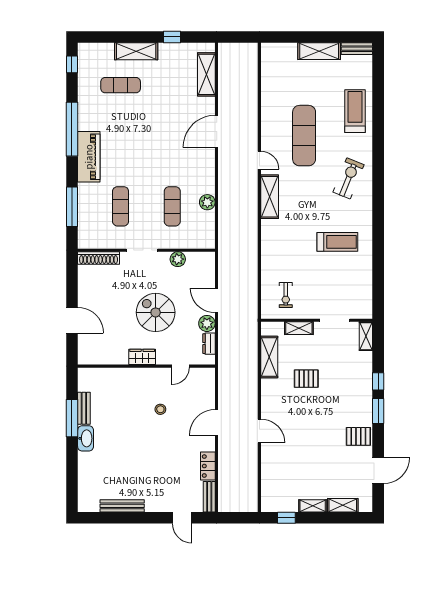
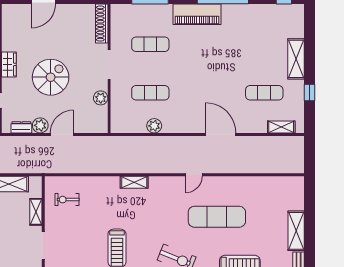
shelving: (206, 74) -> (281, 127), width x0.67, depth x0.75
exercise mat: (121, 85) -> (264, 93), moved, turned 90
shelving: (270, 197) -> (134, 182), moved, width x0.67, depth x0.75

